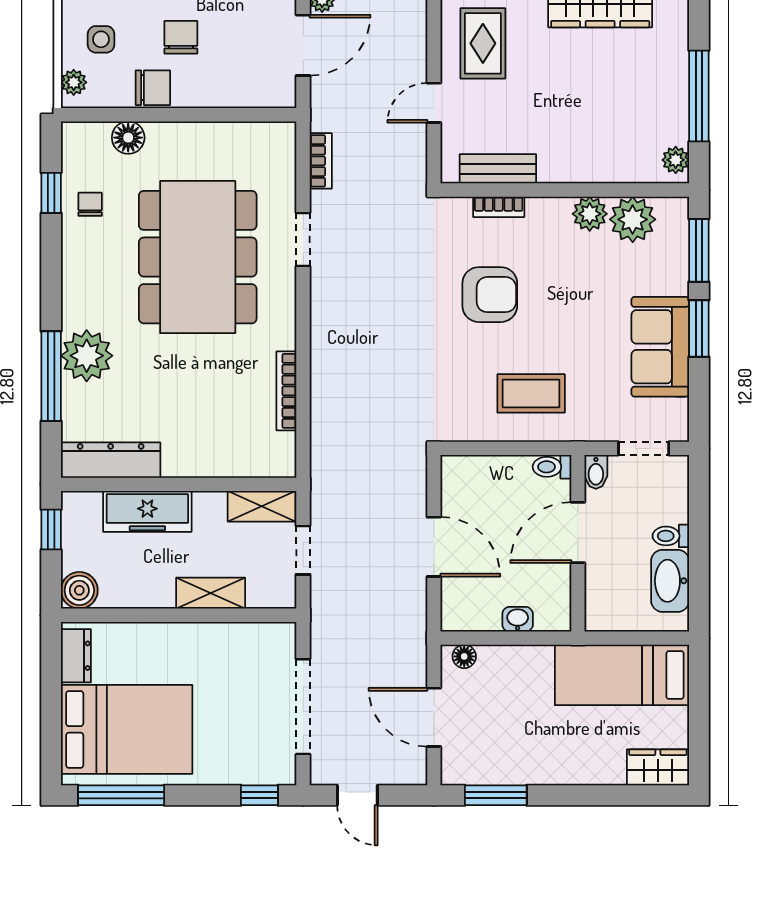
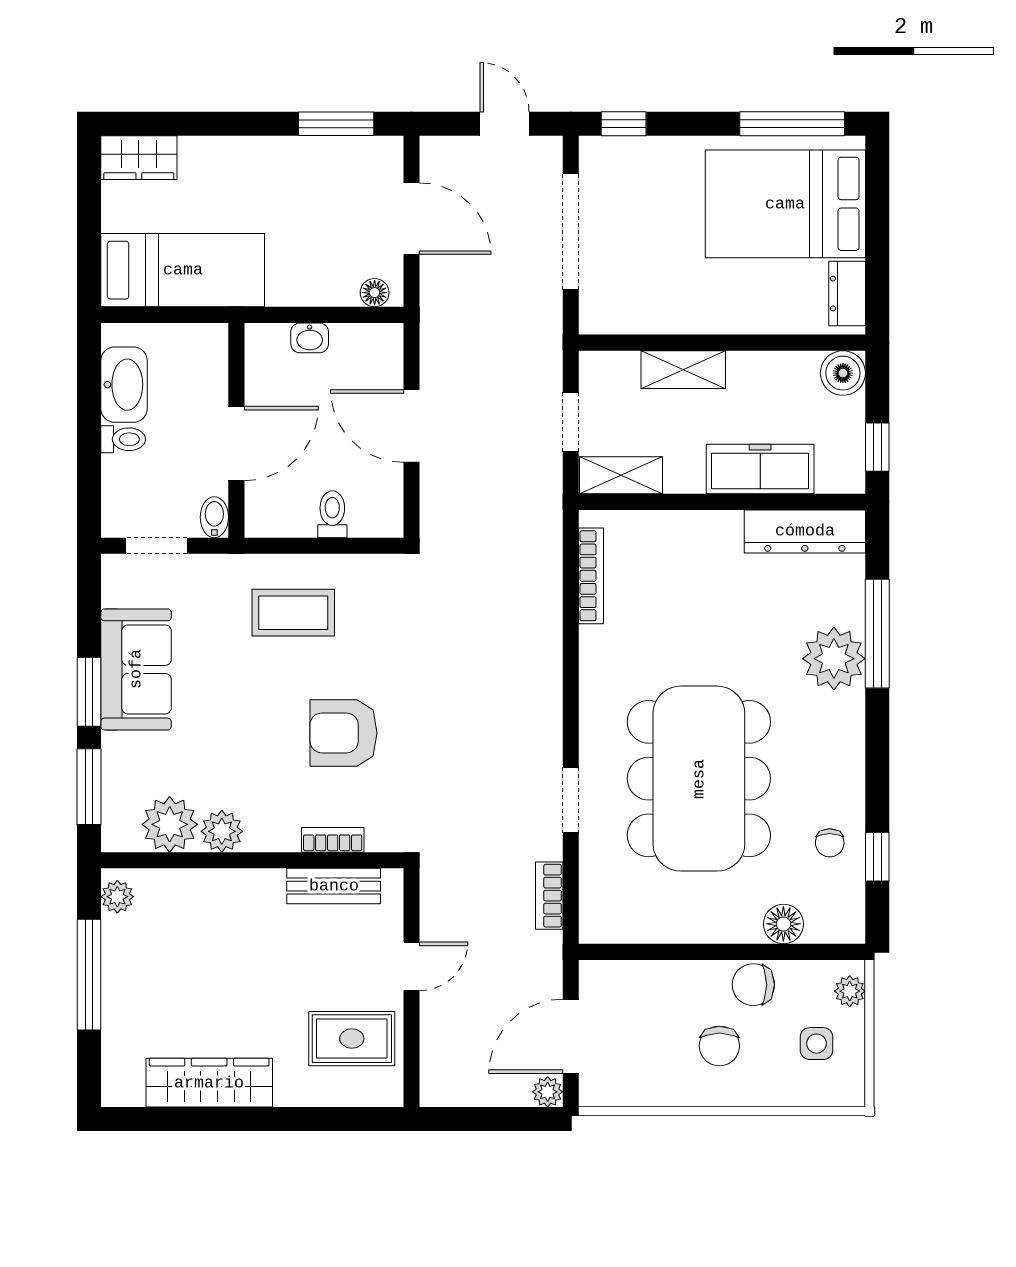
rug: (483, 43) -> (352, 1039), turned 90
bookcase: (286, 391) -> (591, 576), moved
toilet: (552, 467) -> (332, 514), moved, turned -90

